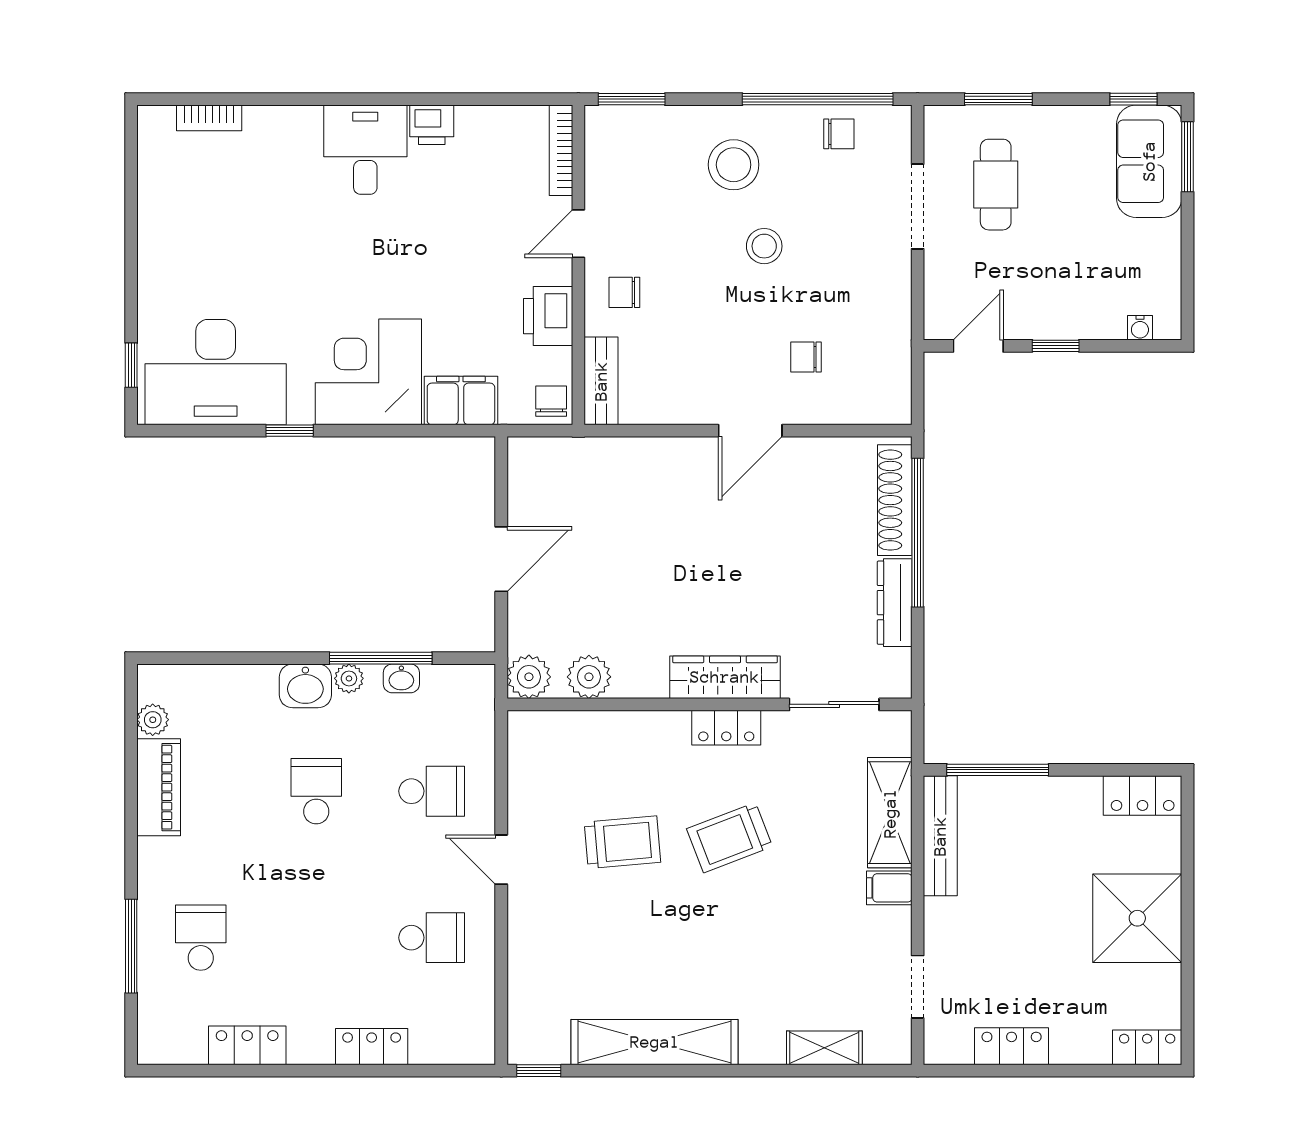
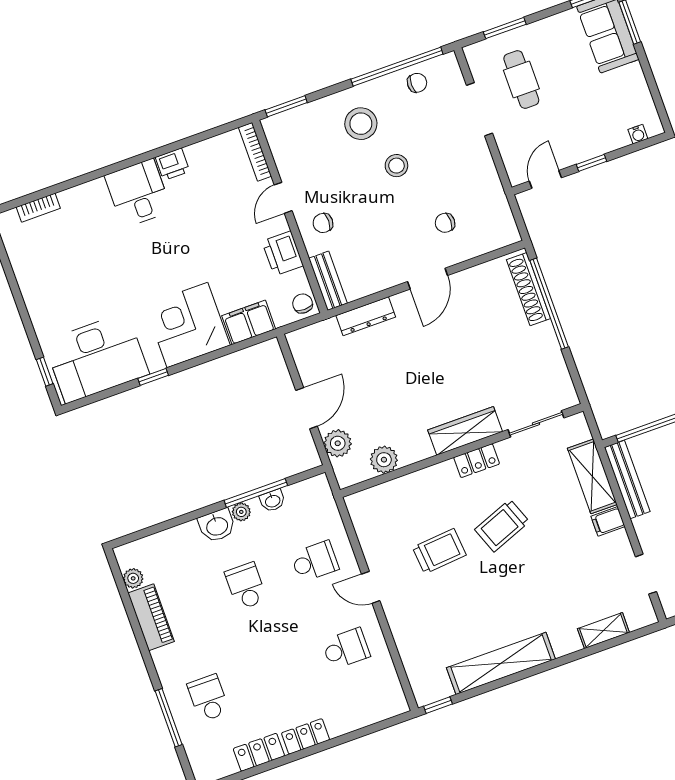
dresser: (895, 603) -> (366, 316), moved, turned -90
plant: (529, 677) -> (338, 443), moved
locker: (372, 1047) -> (306, 736), moved

